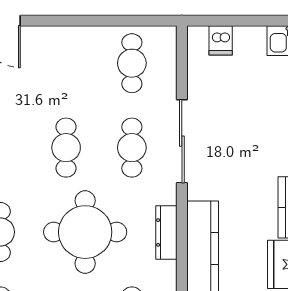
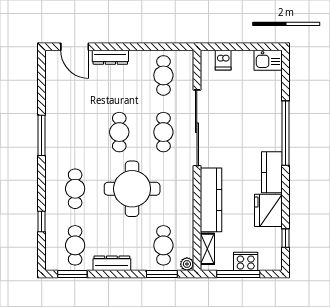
sliding door: (182, 141) -> (197, 128), width x1.36
dresser: (166, 232) -> (110, 57), moved, turned -90

